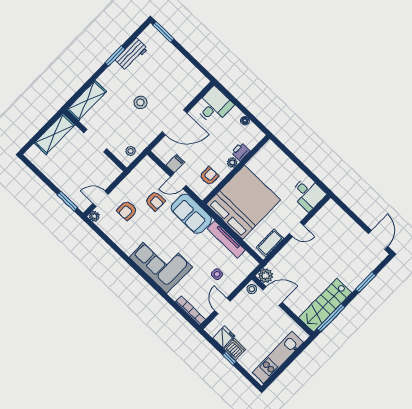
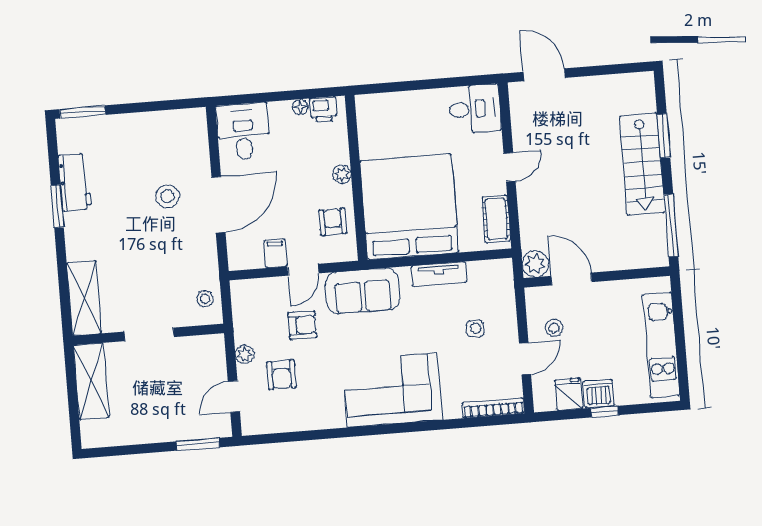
stool: (140, 102) -> (167, 196), moved
printer: (241, 152) -> (323, 109), moved, turned -90
plant: (94, 216) -> (245, 354), moved
tv unit: (226, 239) -> (439, 274), width x0.71
door: (378, 240) -> (544, 75), moved
stool: (252, 289) -> (554, 328), moved
door: (272, 296) -> (571, 279), hinge flipped
stairs: (325, 305) -> (642, 164), moved
door: (222, 306) -> (525, 359), swing flipped

